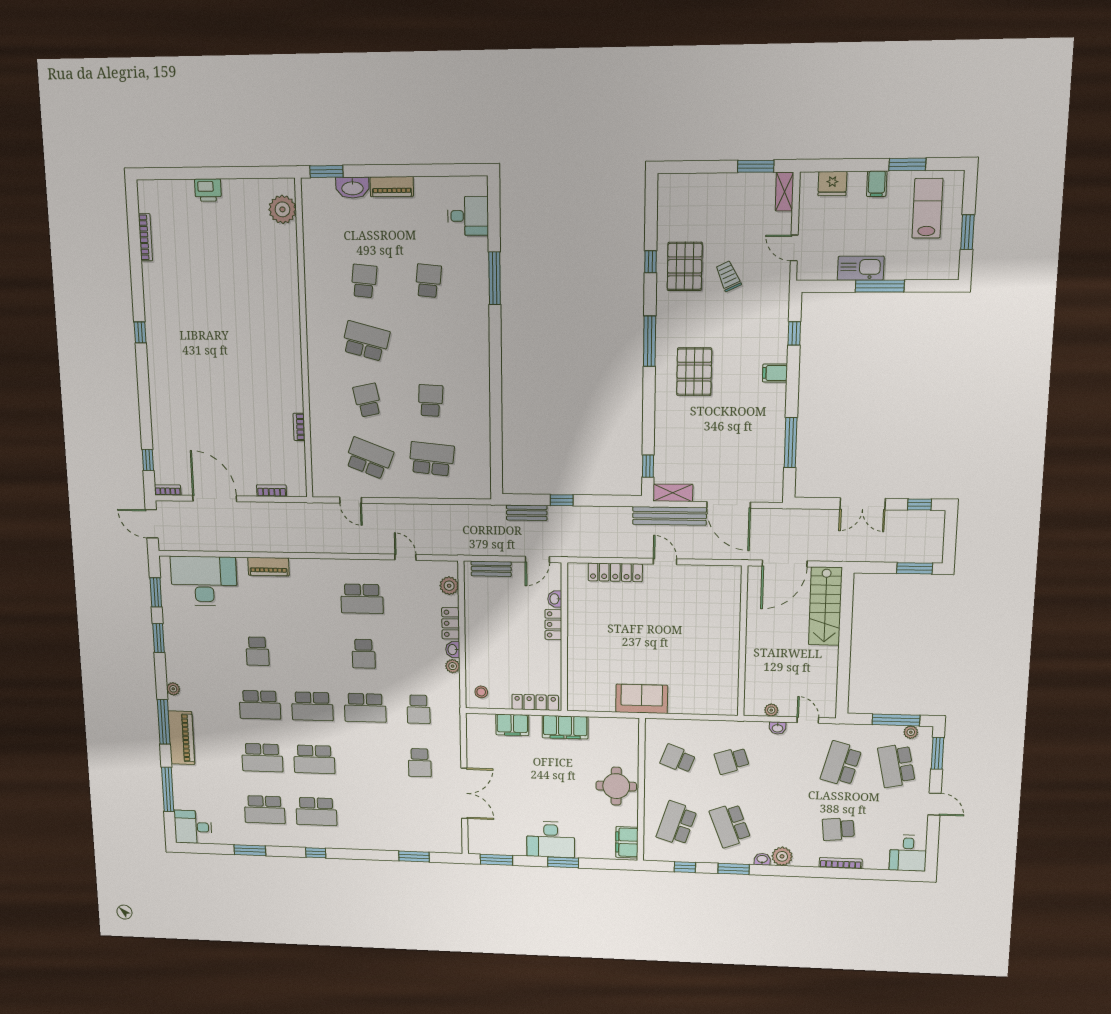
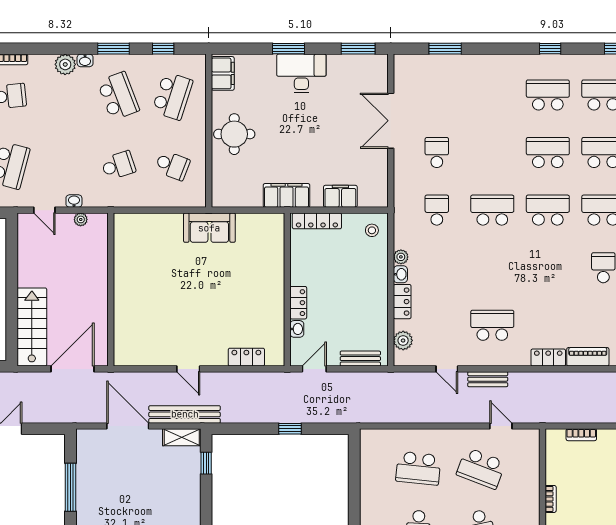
bench: (527, 513) -> (488, 379), moved
locker: (307, 567) -> (548, 358), added
locker: (615, 572) -> (246, 357), width x0.66
school desk: (364, 654) -> (492, 268), removed

